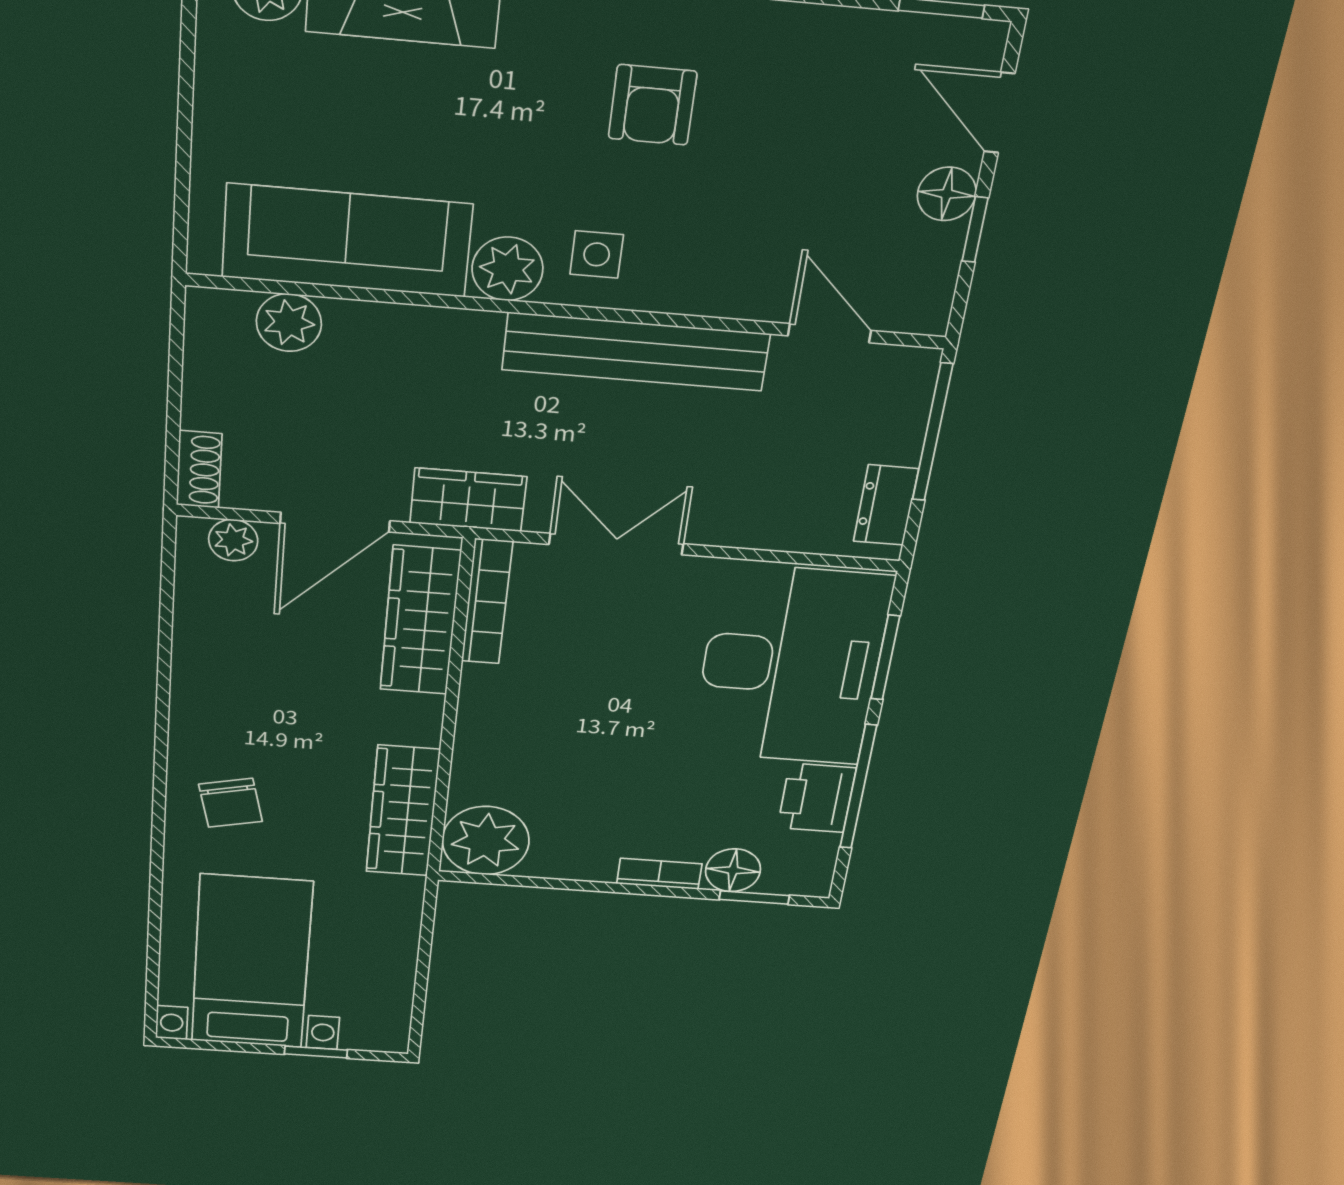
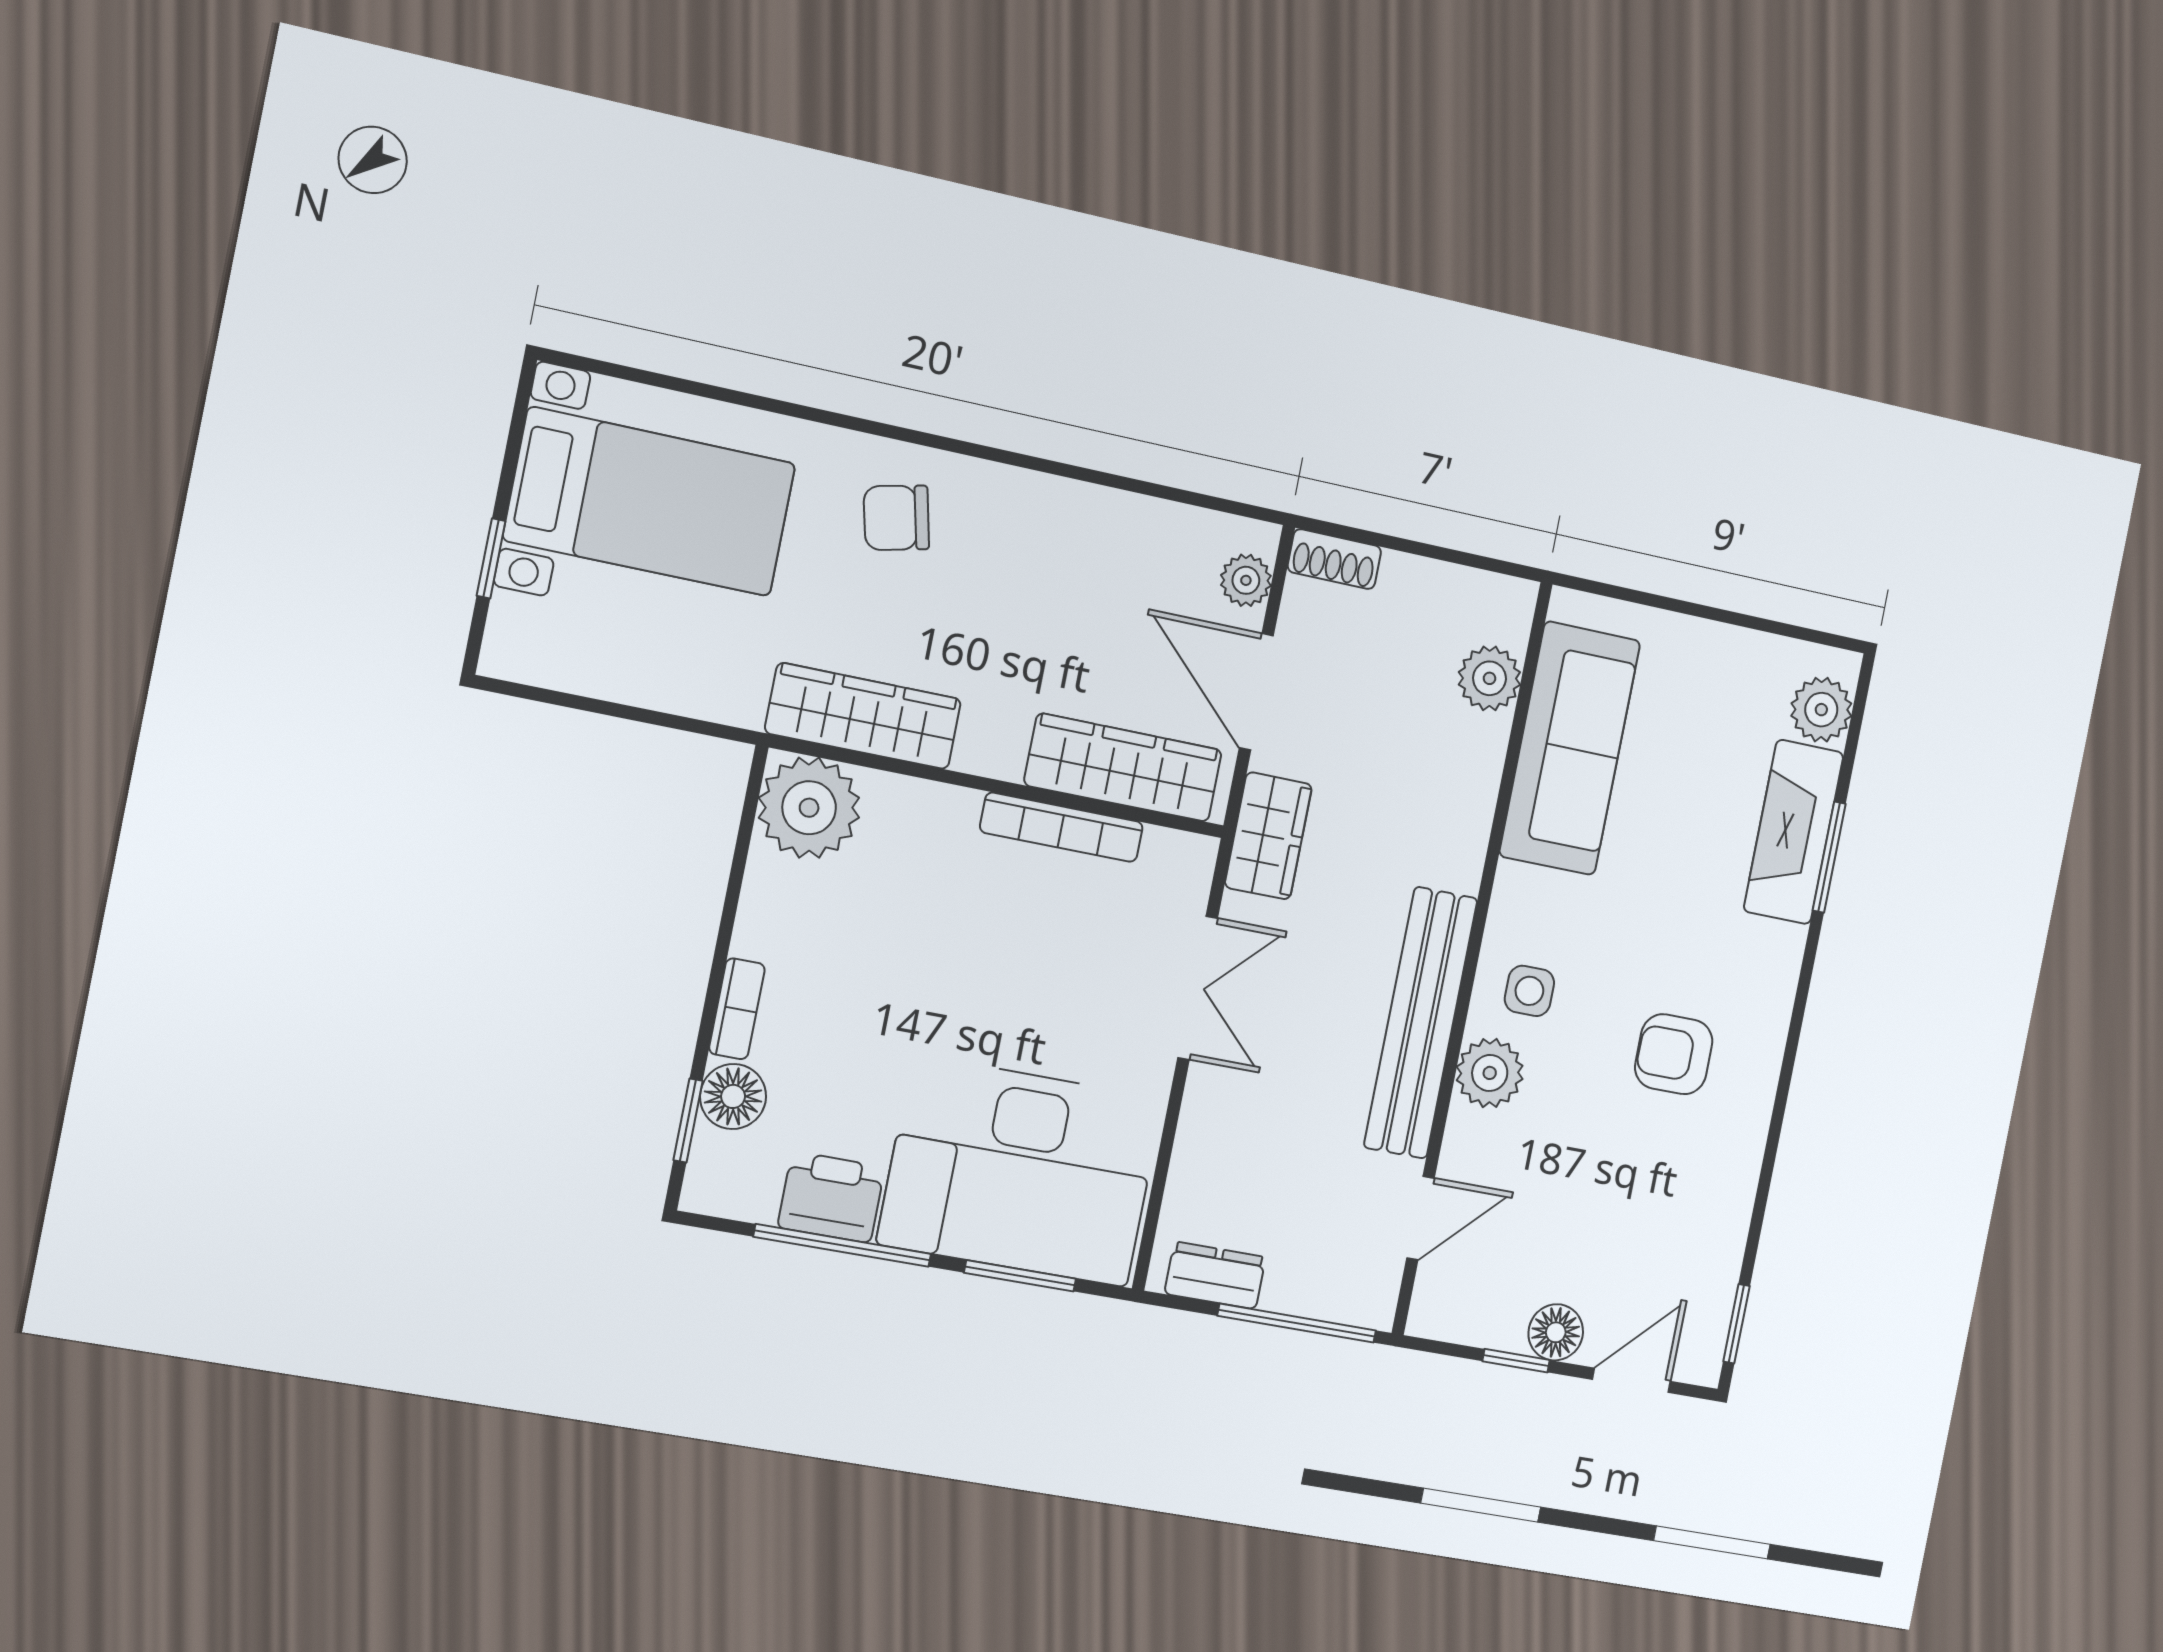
plant: (507, 269) -> (1490, 1073), moved
bookcase: (487, 602) -> (1062, 827), moved

